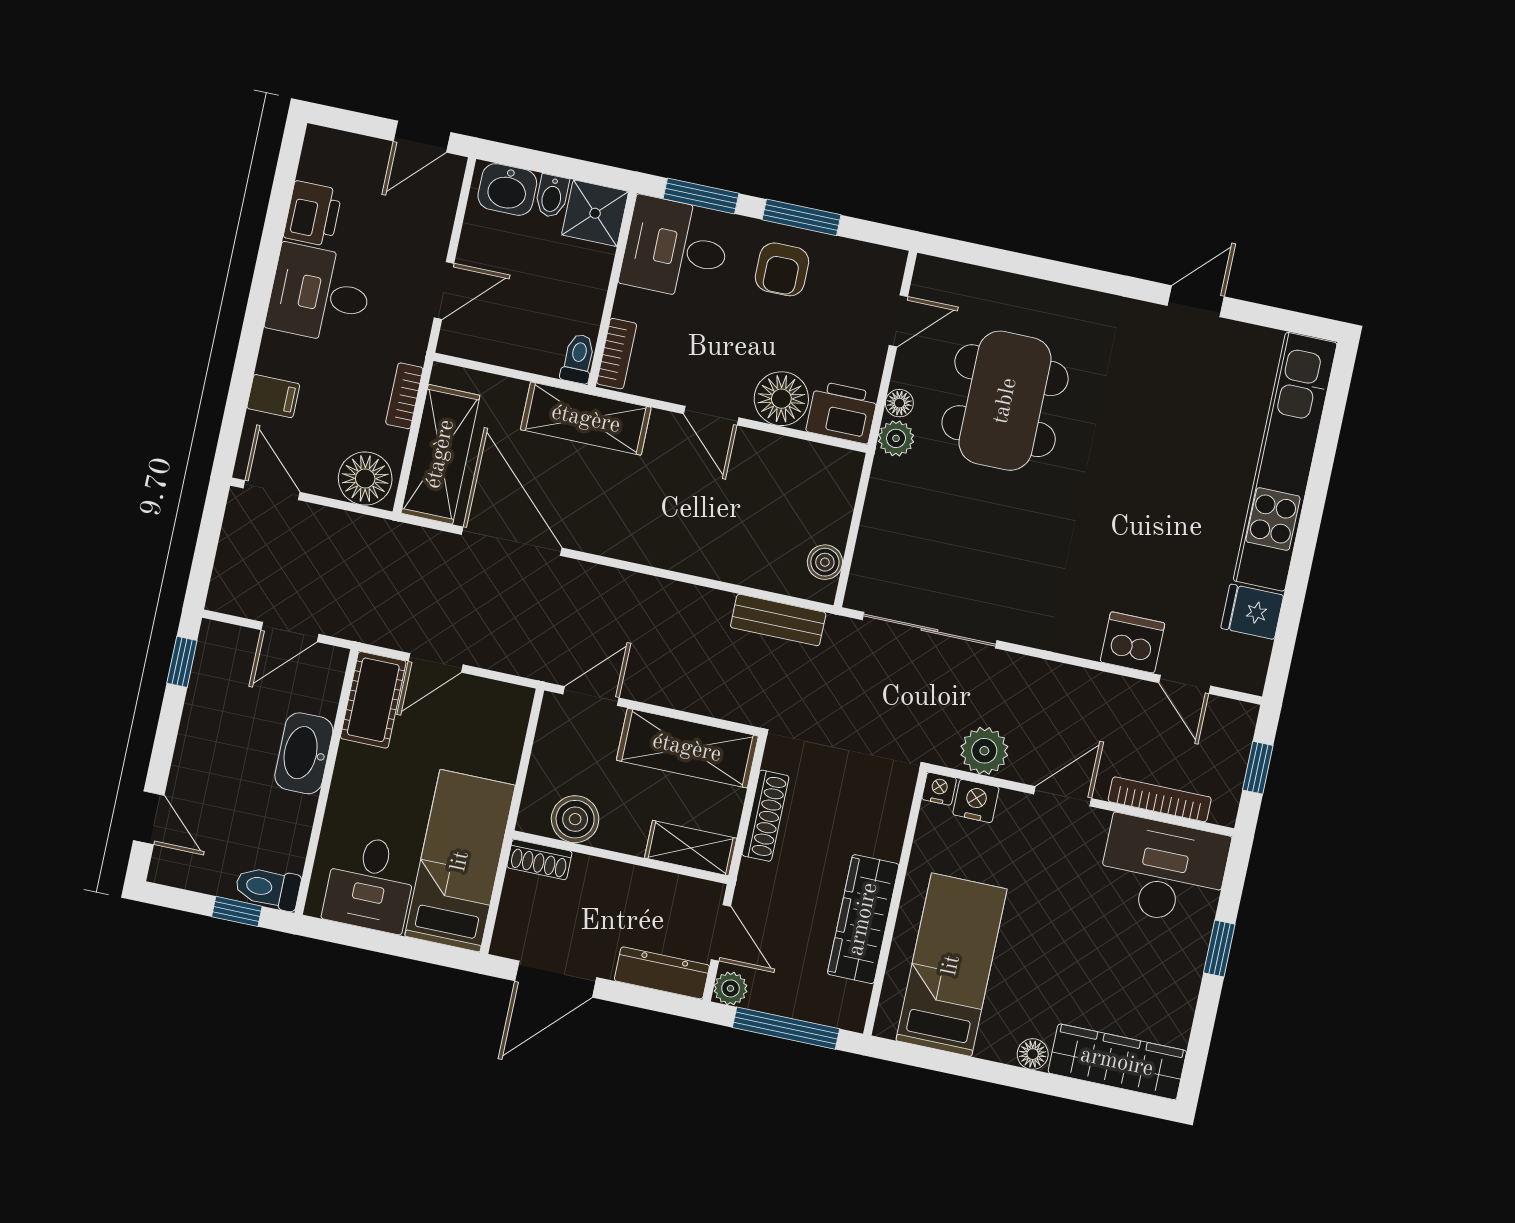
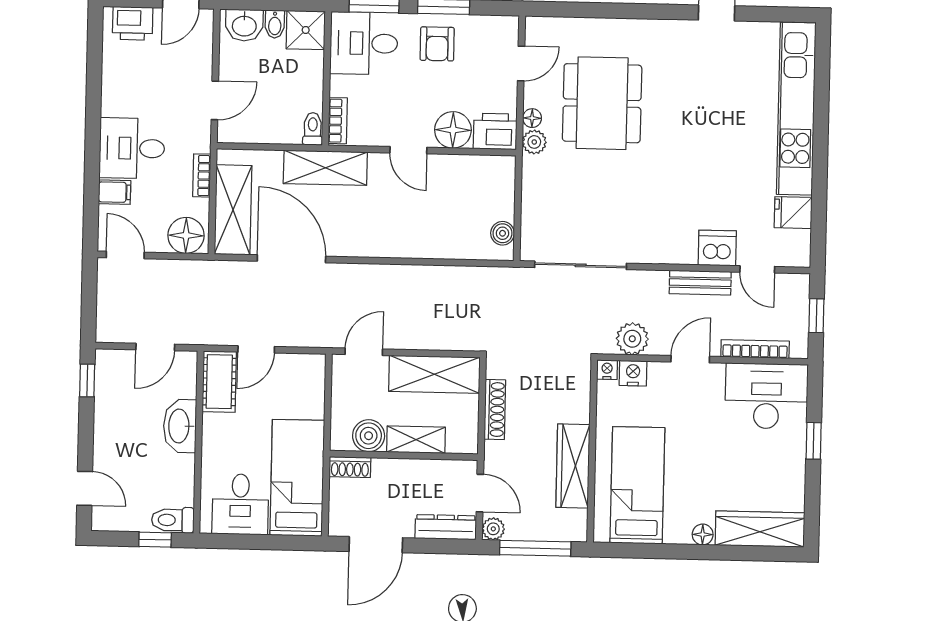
printer: (313, 214) -> (133, 23), moved, turned 90
desk: (320, 294) -> (132, 148), moved
bench: (778, 620) -> (700, 283), moved
shelving: (691, 848) -> (416, 440), moved

